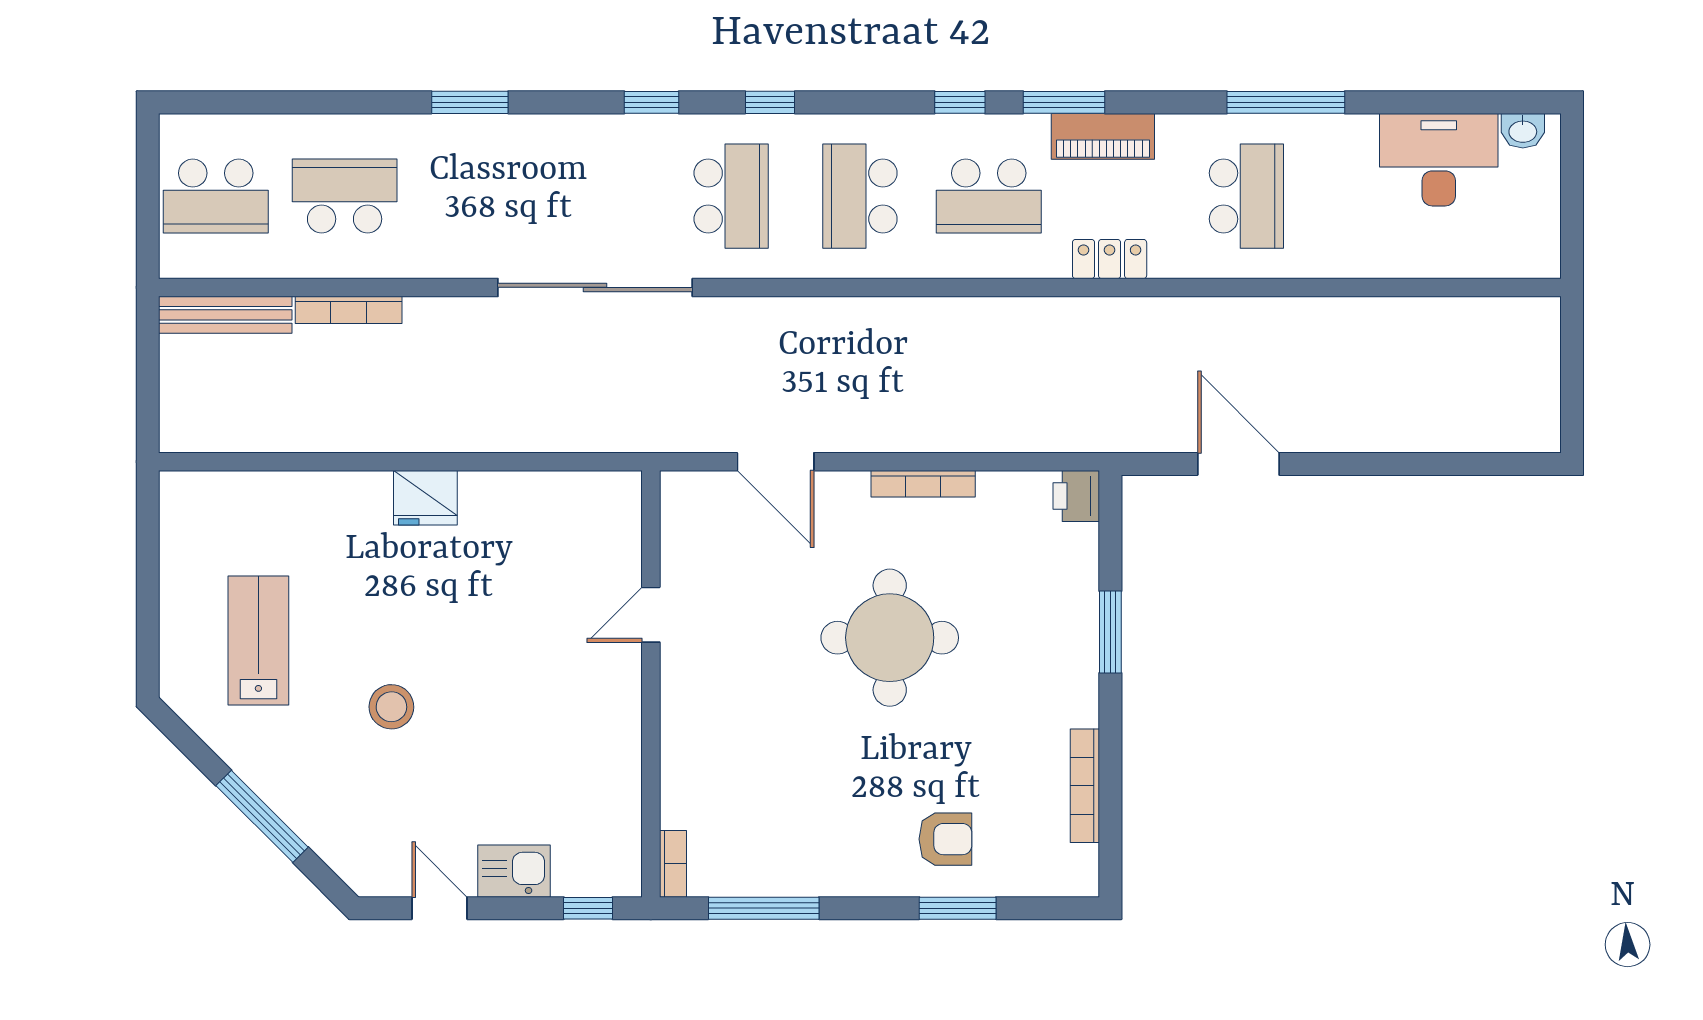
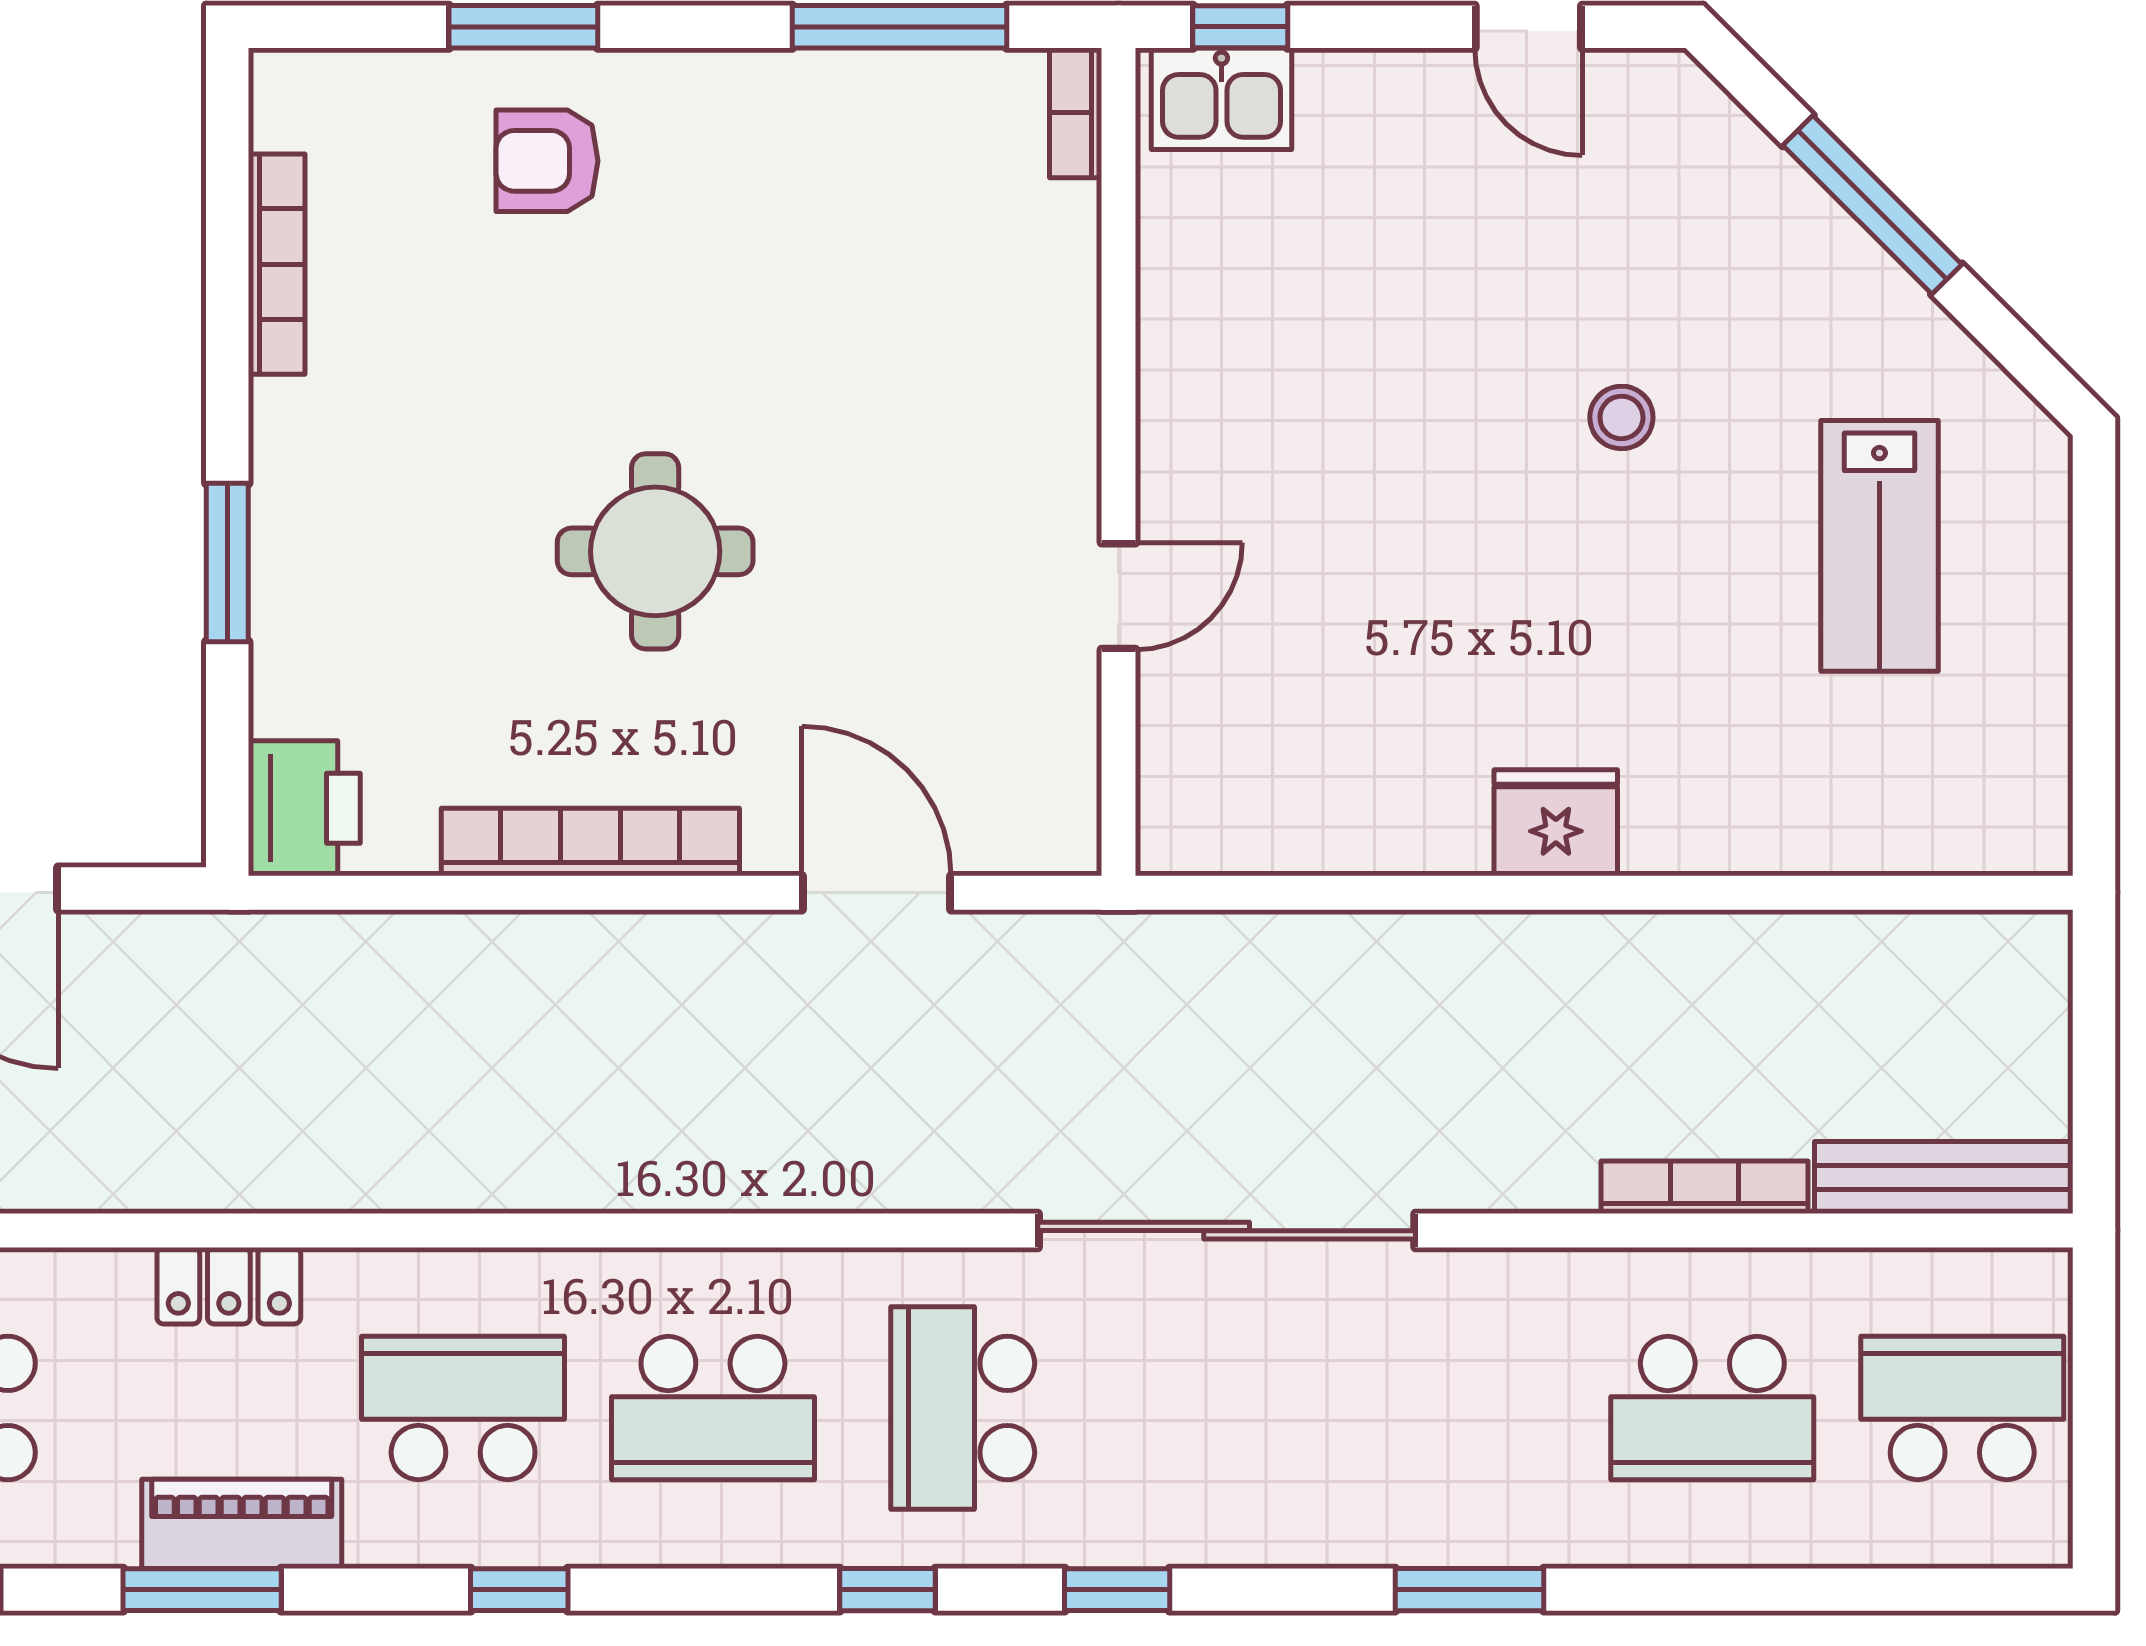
window: (1064, 102) -> (202, 1590), moved
school desk: (860, 196) -> (713, 1408), turned 90
bookcase: (923, 484) -> (590, 842), width x1.48, depth x1.31
printer: (1076, 496) -> (304, 808), width x1.36, depth x1.24
round table: (890, 638) -> (655, 551), width x0.73, depth x0.73
stool: (391, 707) -> (1621, 417), width x0.73, depth x0.73
kitchen sink: (514, 871) -> (1221, 99), moved

